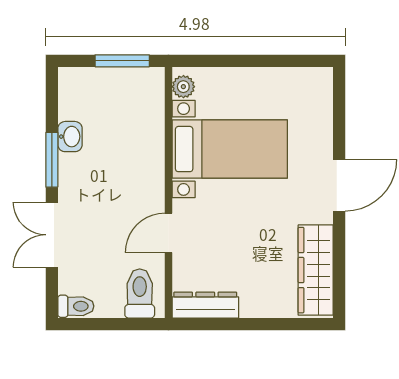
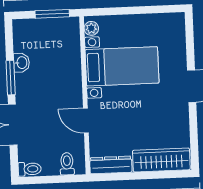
door: (168, 233) -> (86, 121), hinge flipped
wardrobe: (316, 270) -> (161, 160), moved, turned 90
toilet: (140, 293) -> (67, 164), width x0.73, depth x0.72

